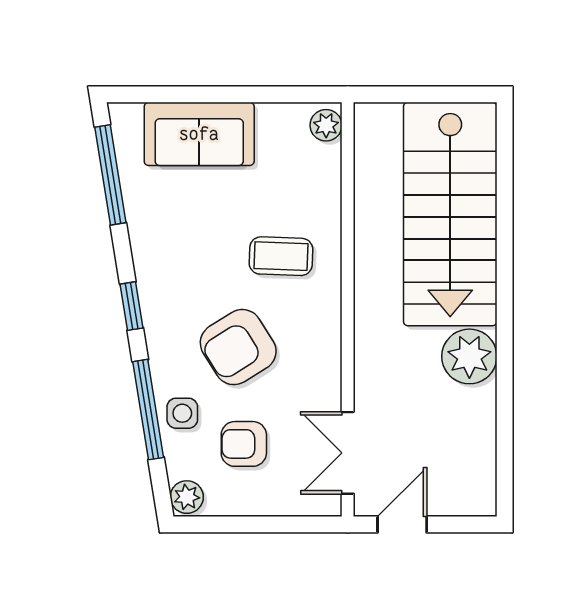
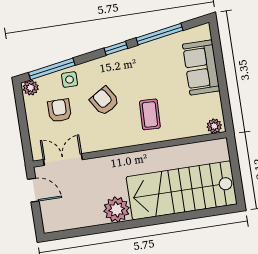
window: (110, 175) -> (159, 34), moved
armchair: (238, 347) -> (104, 101), width x0.72, depth x0.72
window: (148, 410) -> (52, 69), moved

